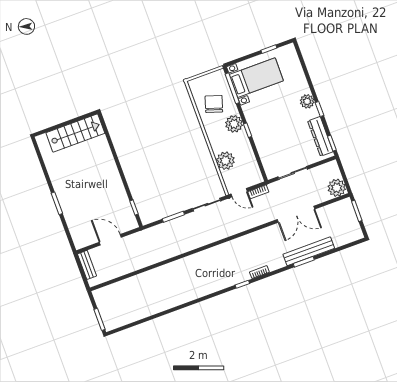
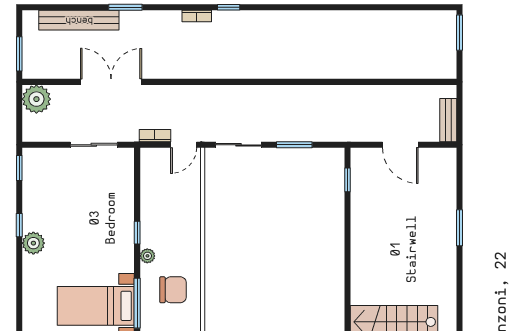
chair: (214, 104) -> (173, 290), turned -108
plant: (234, 124) -> (147, 256), width x0.53, depth x0.53
dresser: (320, 136) -> (33, 184), removed
plant: (225, 161) -> (187, 199), removed
door: (239, 193) -> (184, 145), swing flipped
bench: (309, 251) -> (79, 20), moved

